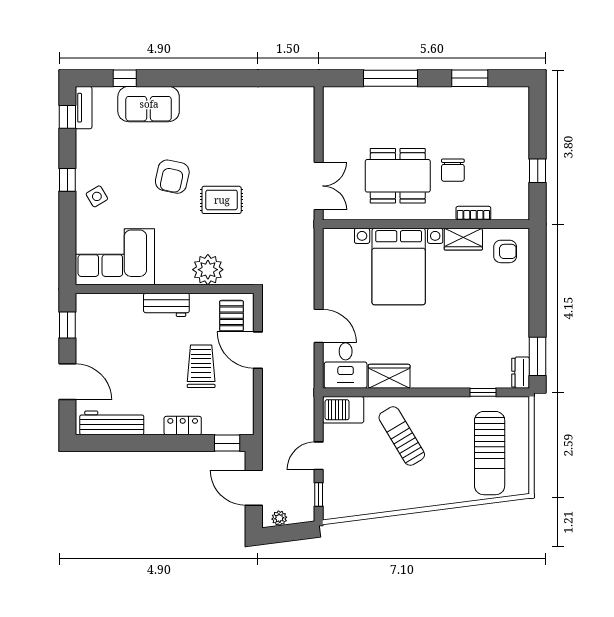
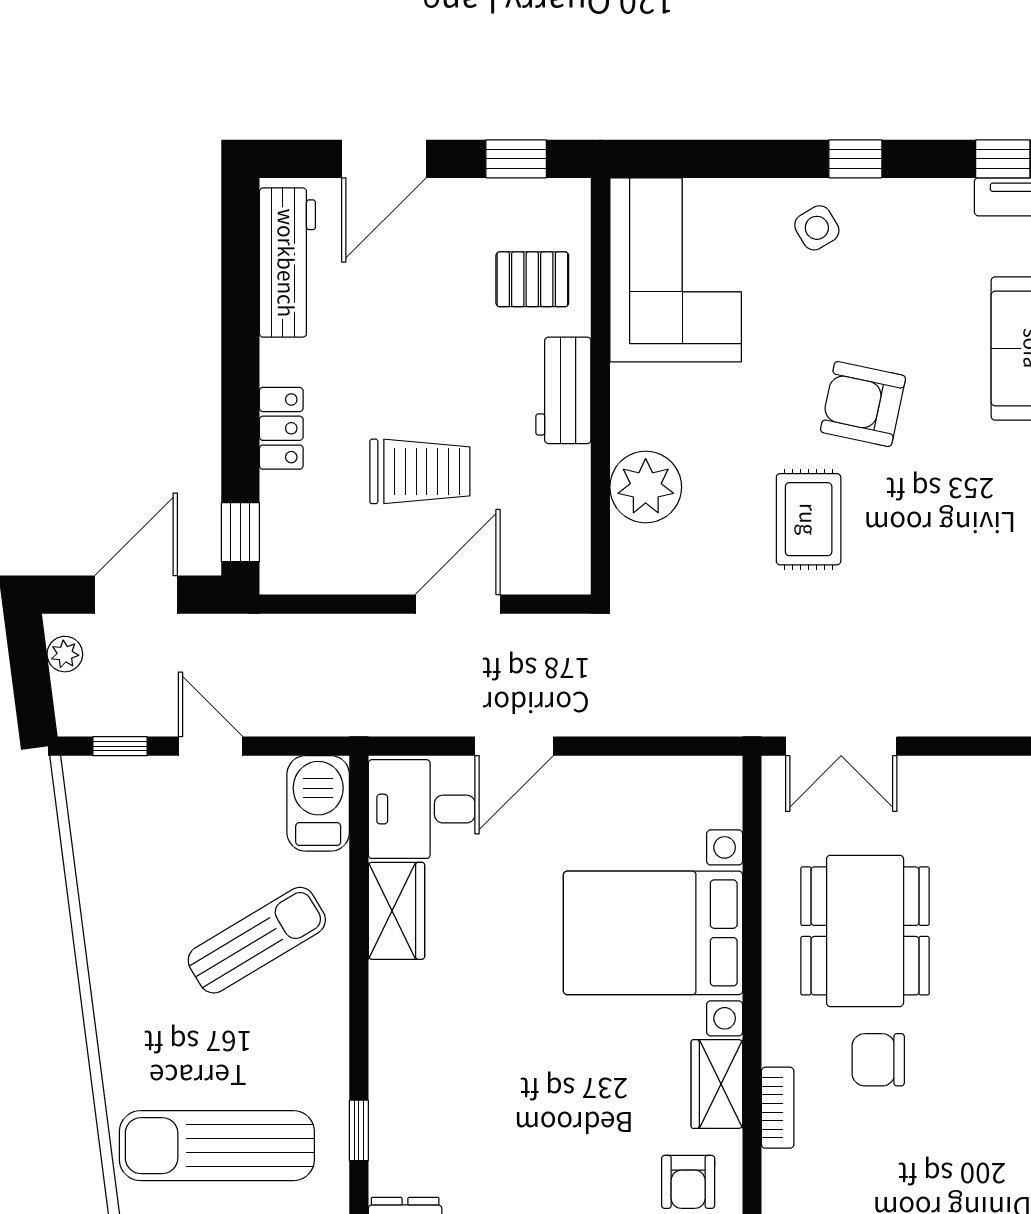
pallet: (231, 316) -> (532, 279), moved

